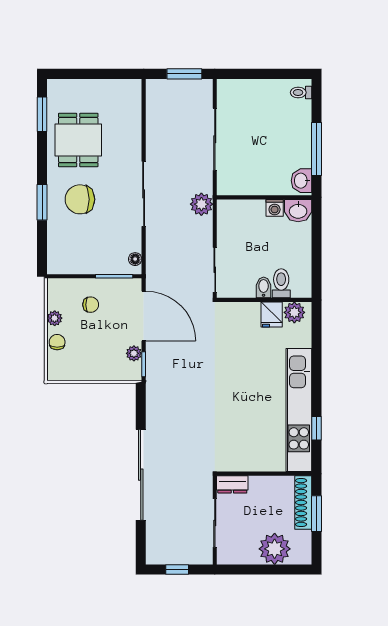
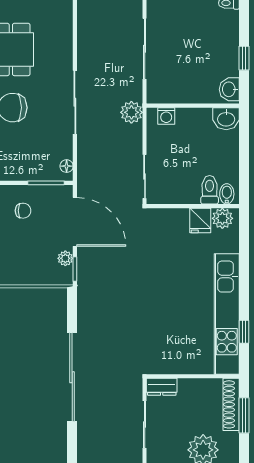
window: (316, 149) -> (244, 58), width x0.46
washing machine: (275, 208) -> (166, 116), moved
bidet: (264, 287) -> (227, 194), moved

